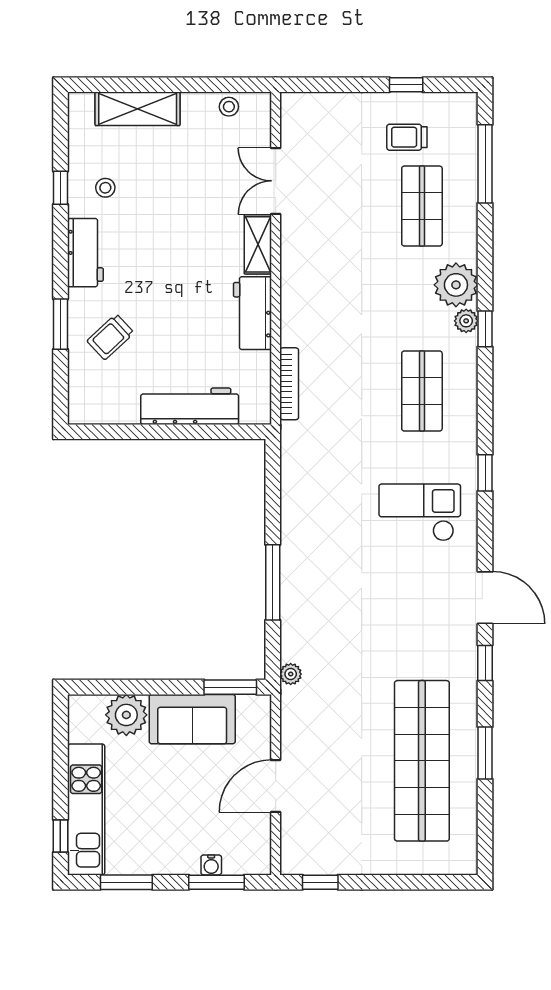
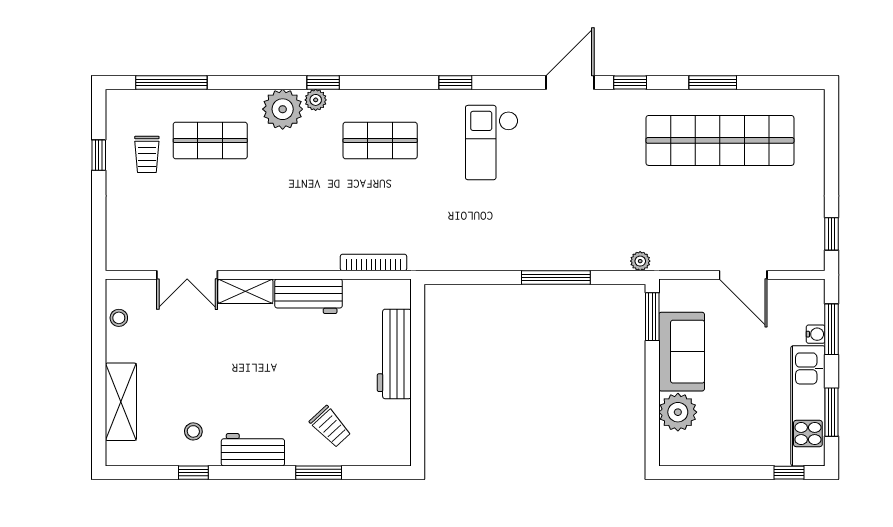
kitchen unit: (86, 809) -> (808, 406), moved, turned -90

